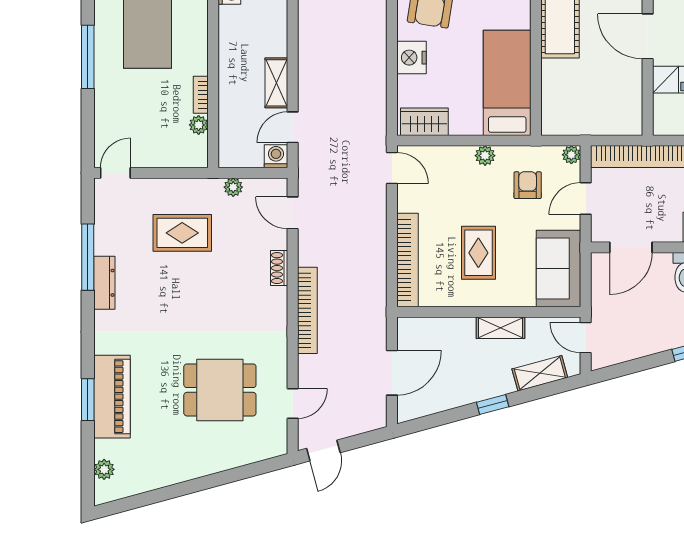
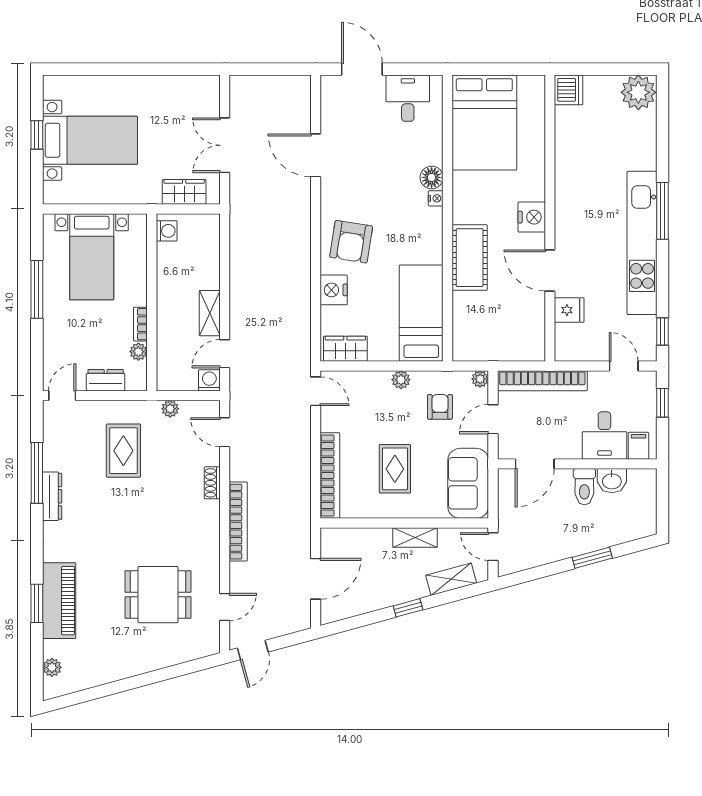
dresser: (163, 156) -> (106, 380), added
rug: (182, 233) -> (123, 451), turned 90

